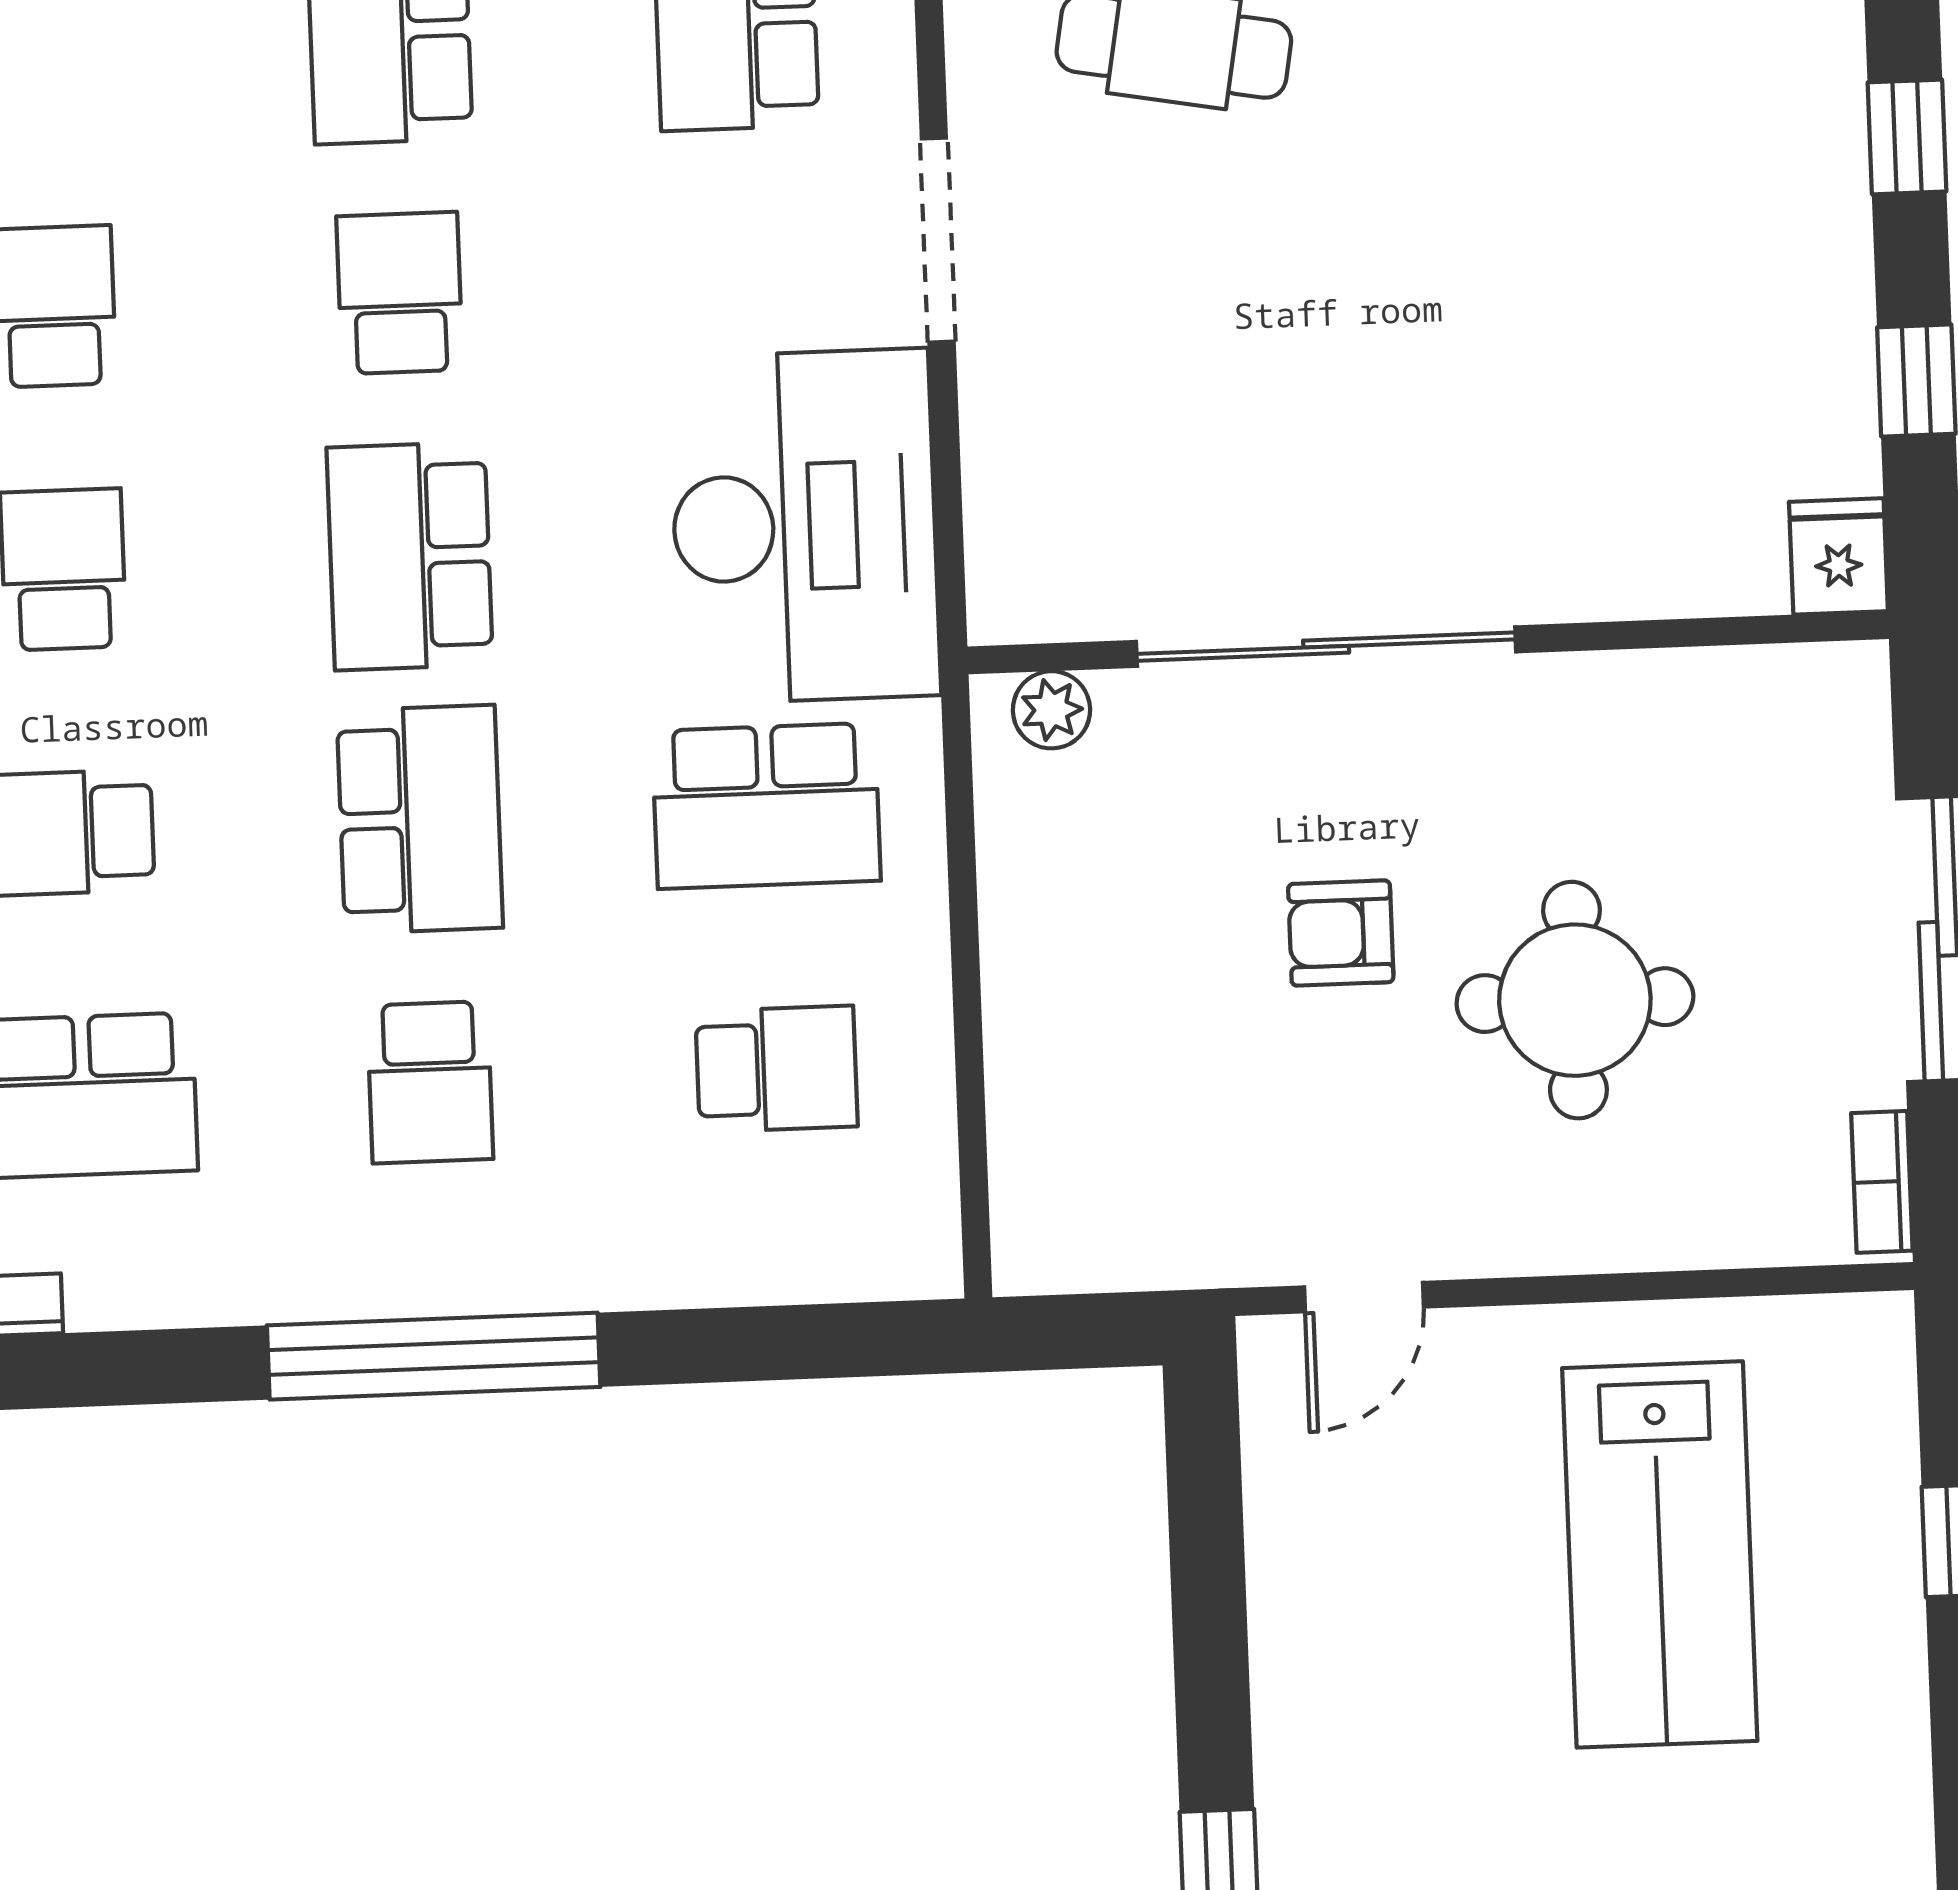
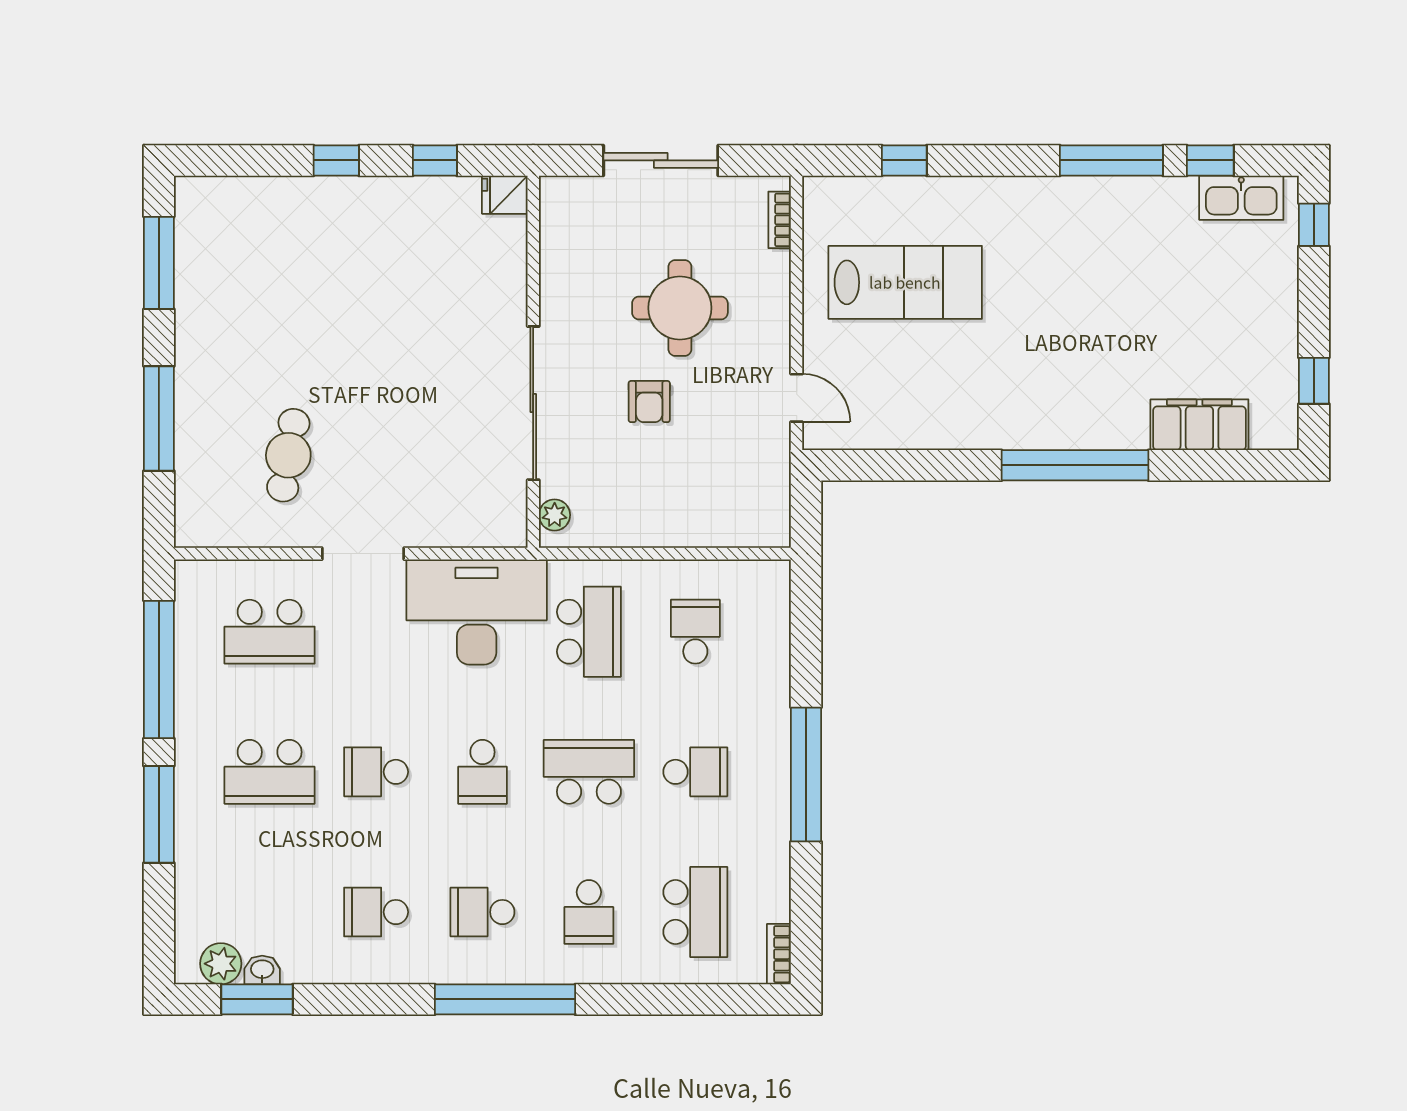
school desk: (410, 556) -> (482, 772), width x0.54
bookcase: (1882, 1182) -> (780, 220), moved, turned 90

